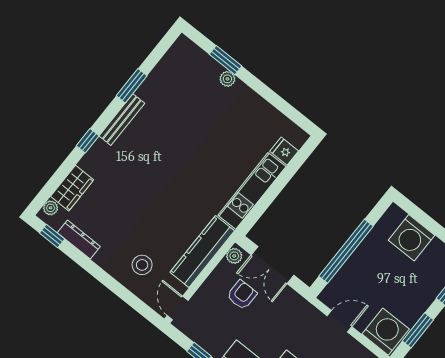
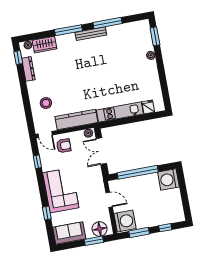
window: (226, 60) -> (155, 36), moved
window: (132, 86) -> (108, 23), width x1.44
window: (88, 141) -> (68, 30), width x2.17
washing machine: (412, 238) -> (168, 180), moved
armchair: (242, 295) -> (64, 146), moved
door: (178, 308) -> (45, 134), swing flipped

